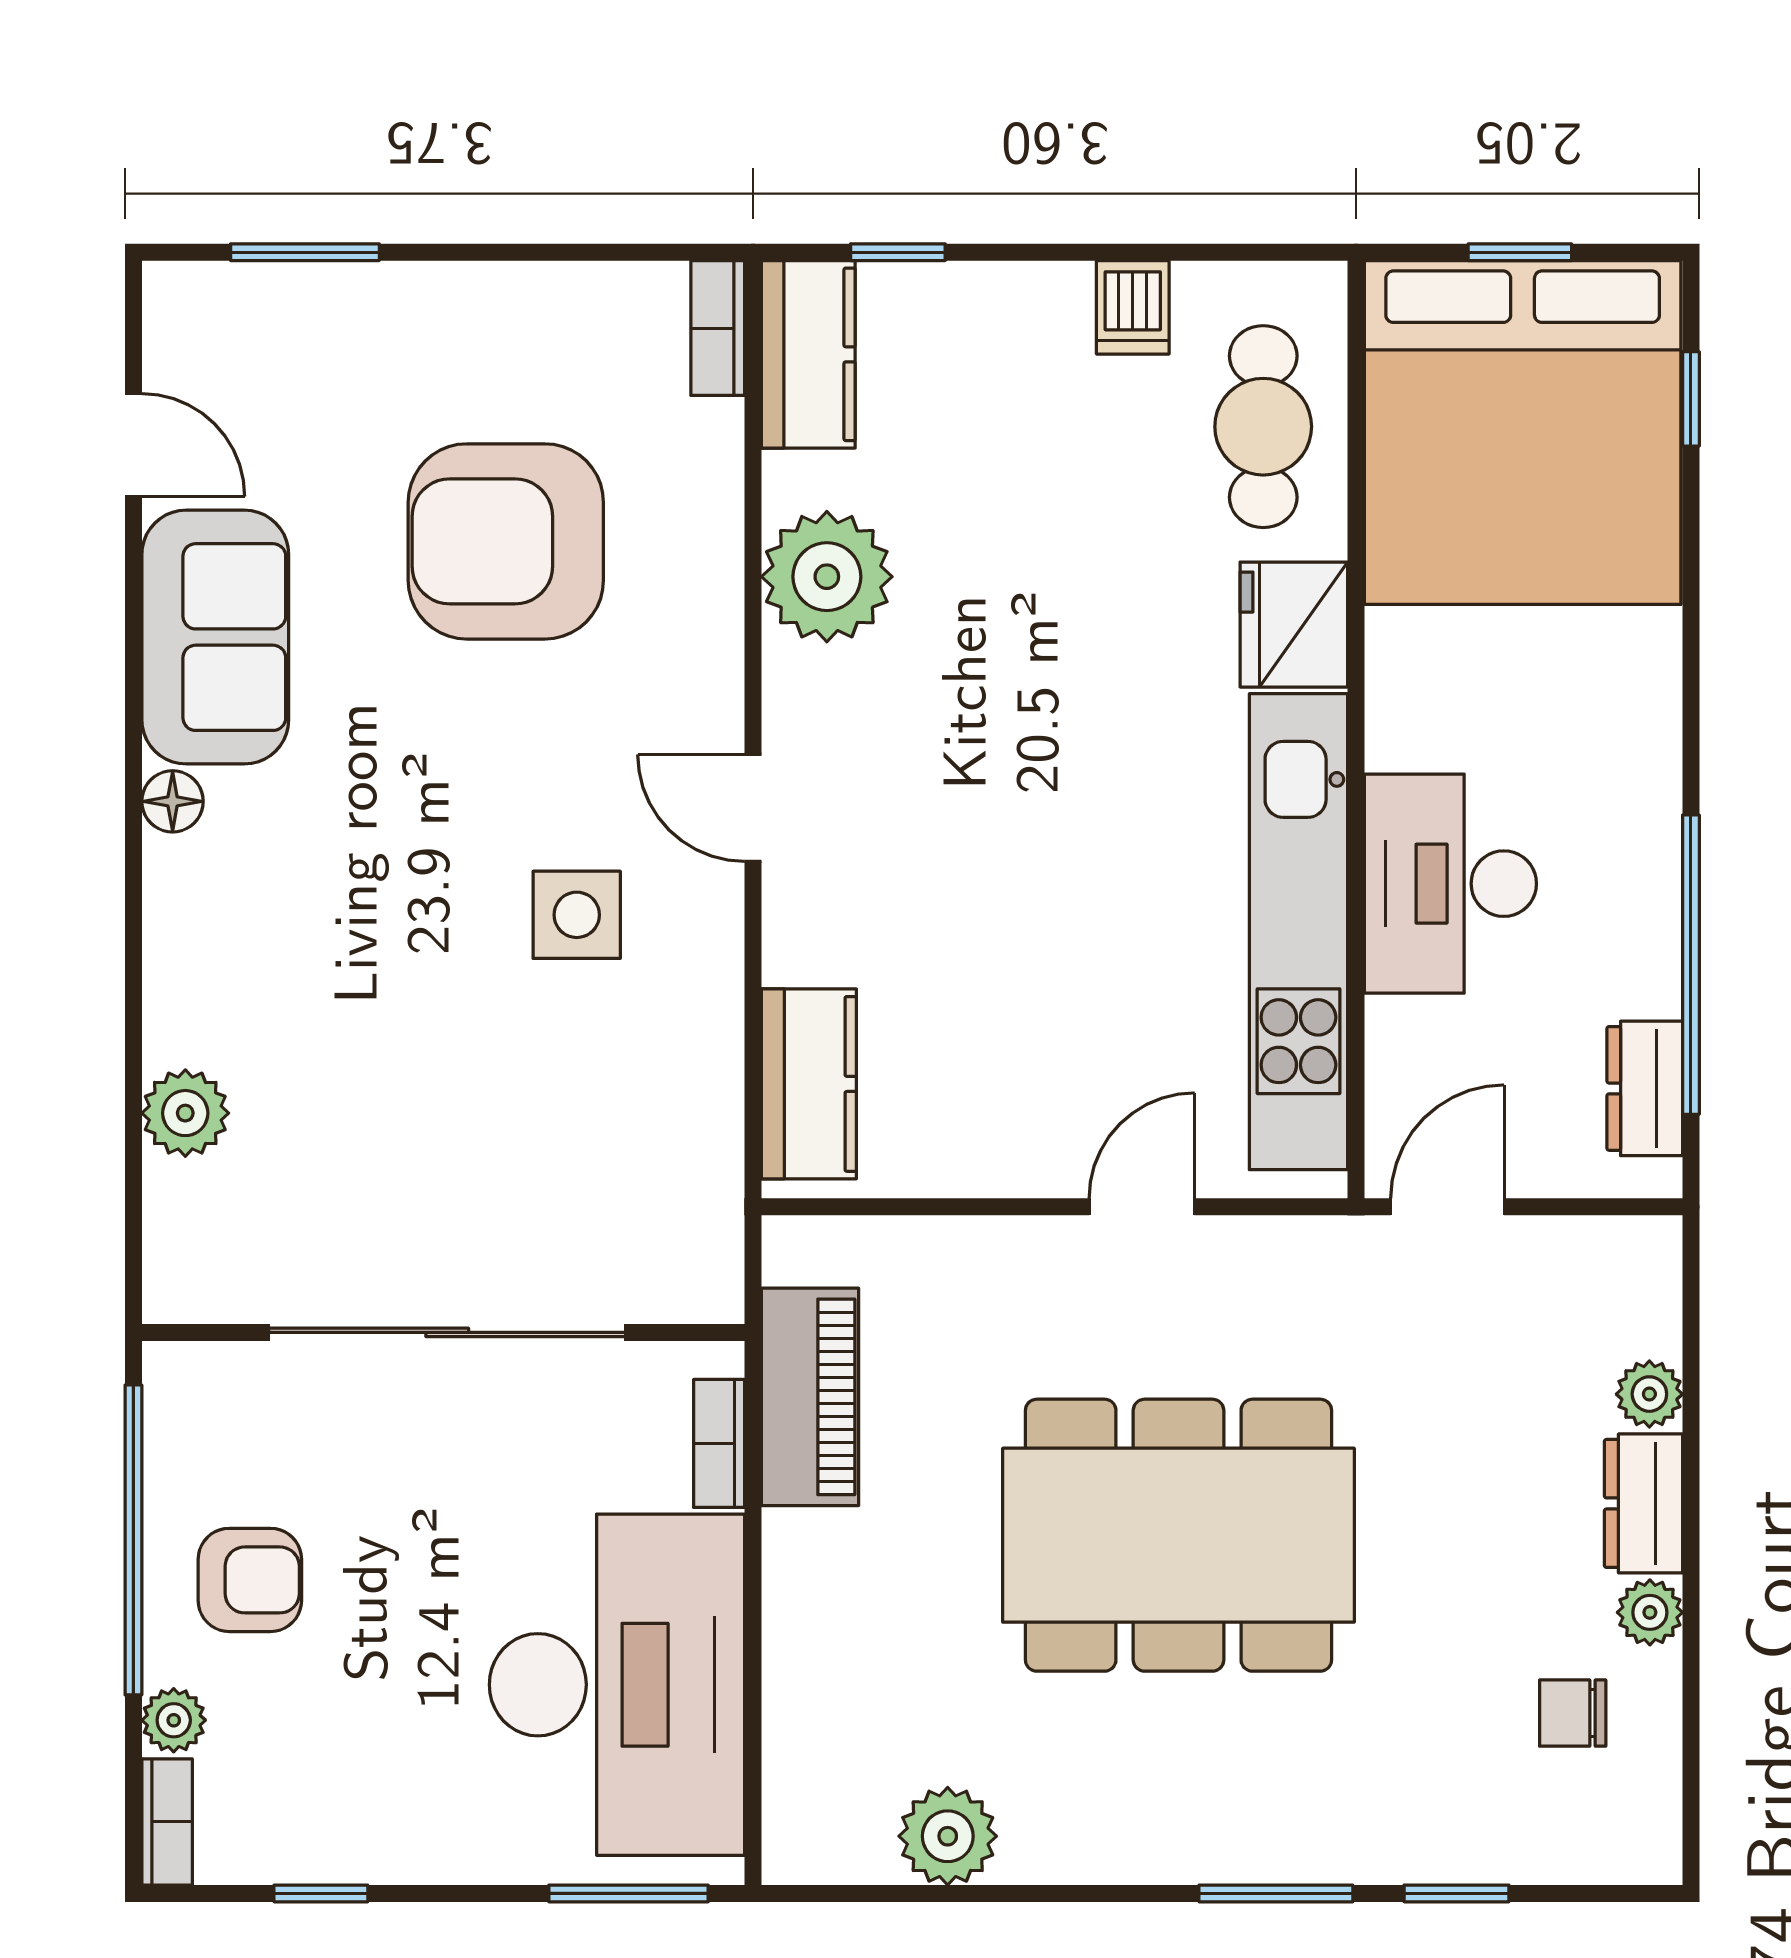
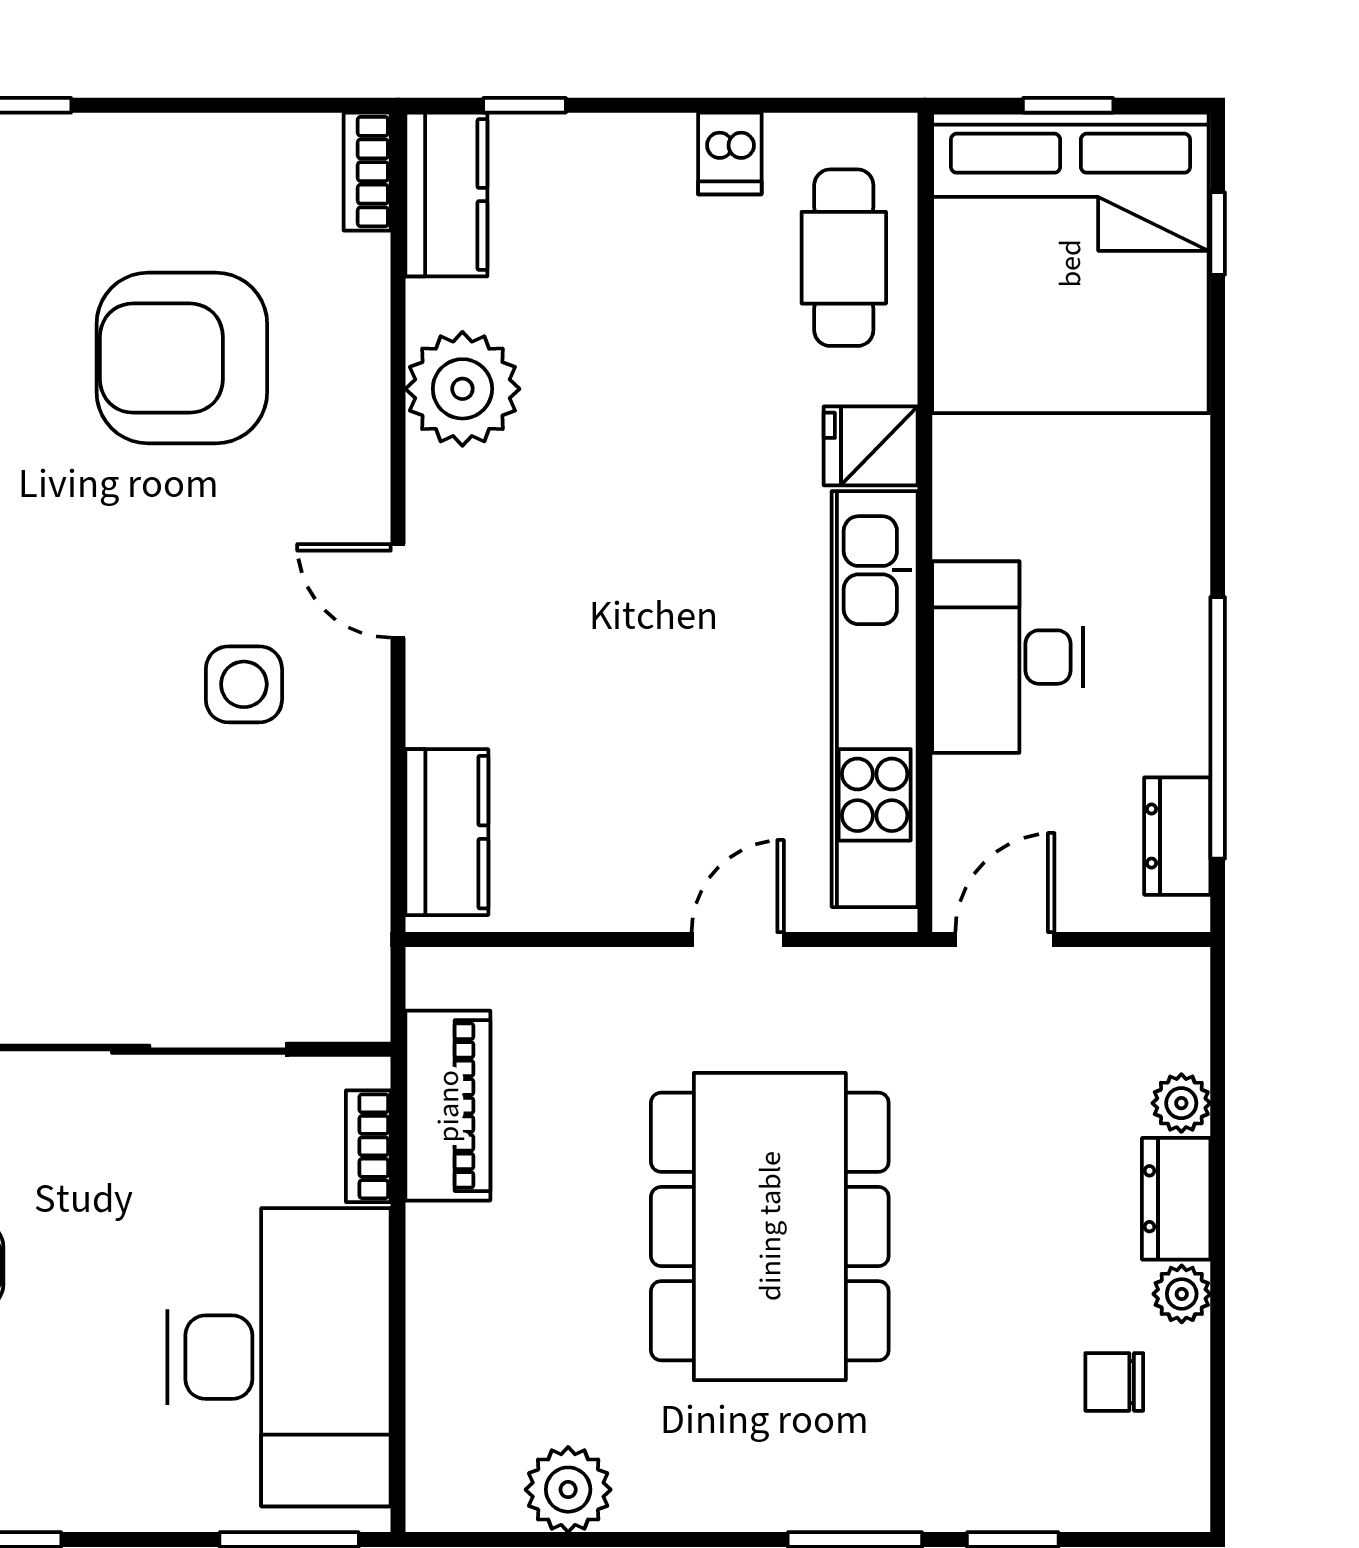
fridge: (1294, 625) -> (871, 446), width x0.72
dining table: (1179, 1535) -> (770, 1226), turned 90

